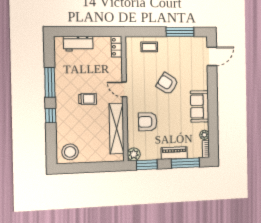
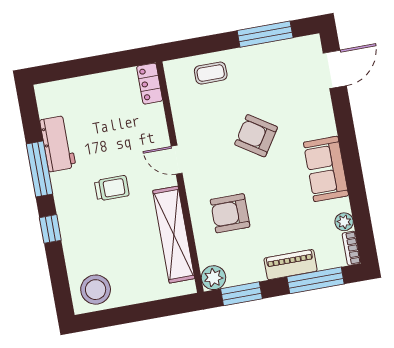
workbench: (78, 44) -> (58, 144), moved, turned -90

